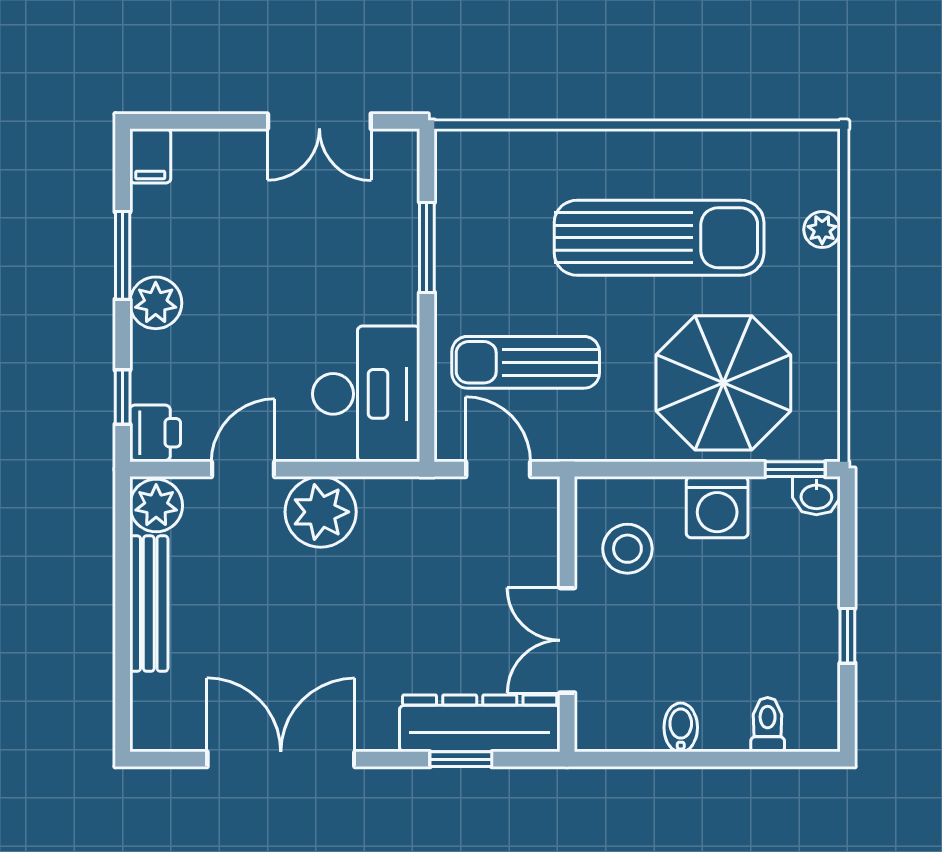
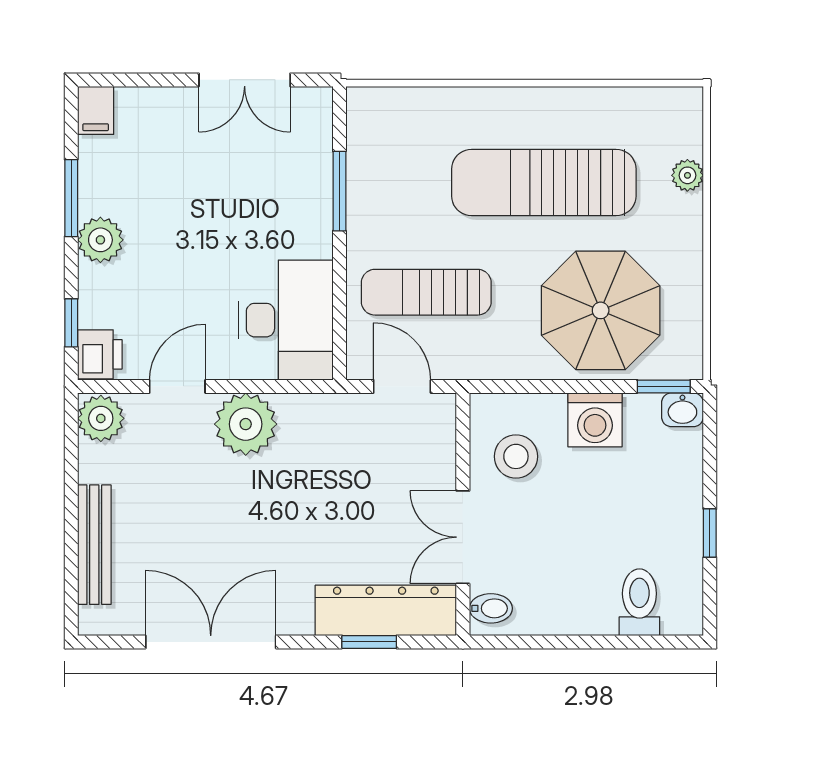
sun lounger: (659, 238) -> (544, 183), turned 180
bench: (149, 604) -> (94, 545), moved
toilet: (768, 725) -> (639, 602), width x1.37, depth x1.39
bidet: (681, 727) -> (491, 608), moved, turned 90

